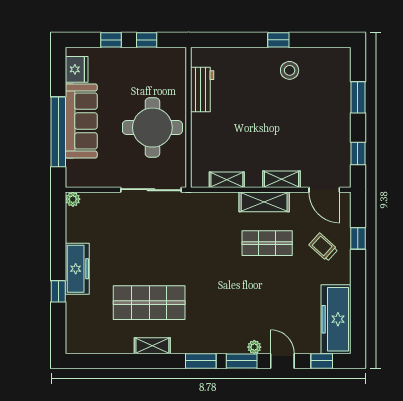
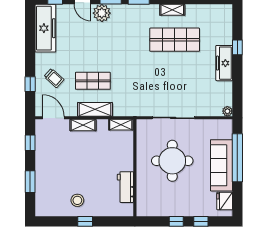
workbench: (202, 90) -> (125, 187), moved
wall: (188, 117) -> (135, 168), moved
plant: (254, 347) -> (102, 13), width x1.88, depth x1.88

